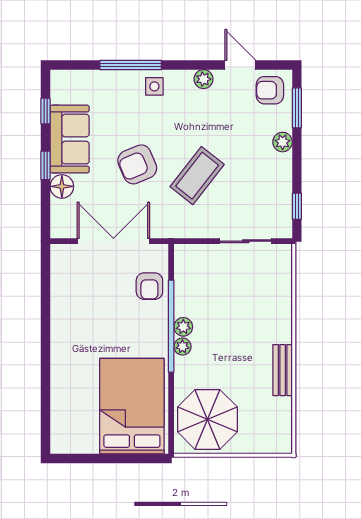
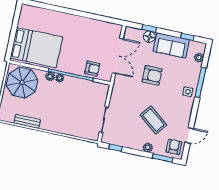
plant: (204, 79) -> (199, 58), moved
armchair: (137, 164) -> (152, 75), turned 113
window: (46, 165) -> (149, 29), moved
coffee table: (197, 176) -> (153, 120), moved
armchair: (149, 286) -> (92, 69), turned 180
plant: (183, 327) -> (50, 76), moved
bench: (283, 370) -> (27, 121), moved

